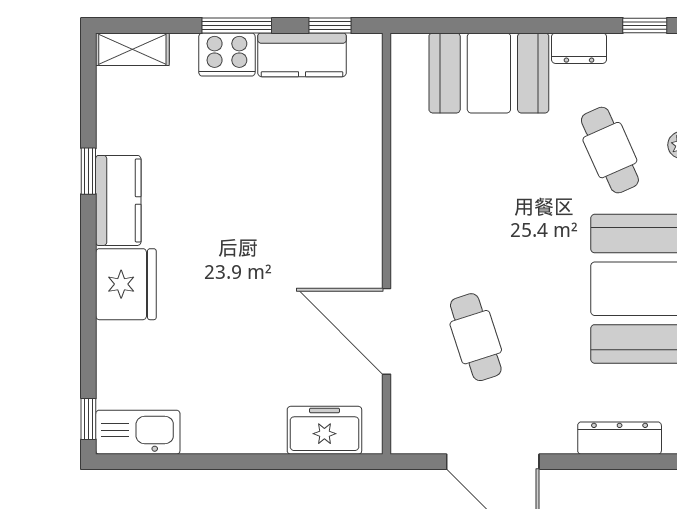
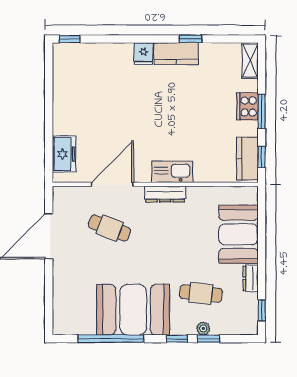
kitchen counter: (302, 55) -> (247, 159), moved
cafe table: (610, 150) -> (201, 293), turned 30
fridge: (126, 284) -> (144, 54), width x0.53, depth x0.75
cafe table: (476, 337) -> (110, 228), turned 39
kitchen sink: (138, 432) -> (172, 172), moved, turned -90
dresser: (620, 438) -> (165, 194), moved, turned 90

